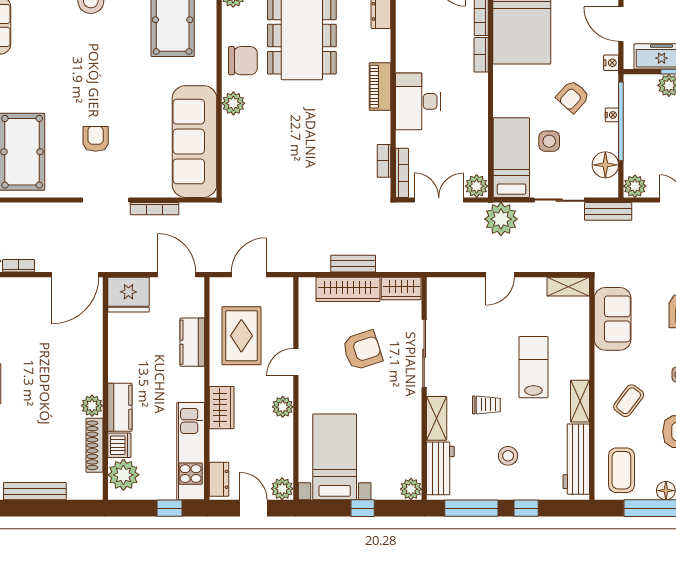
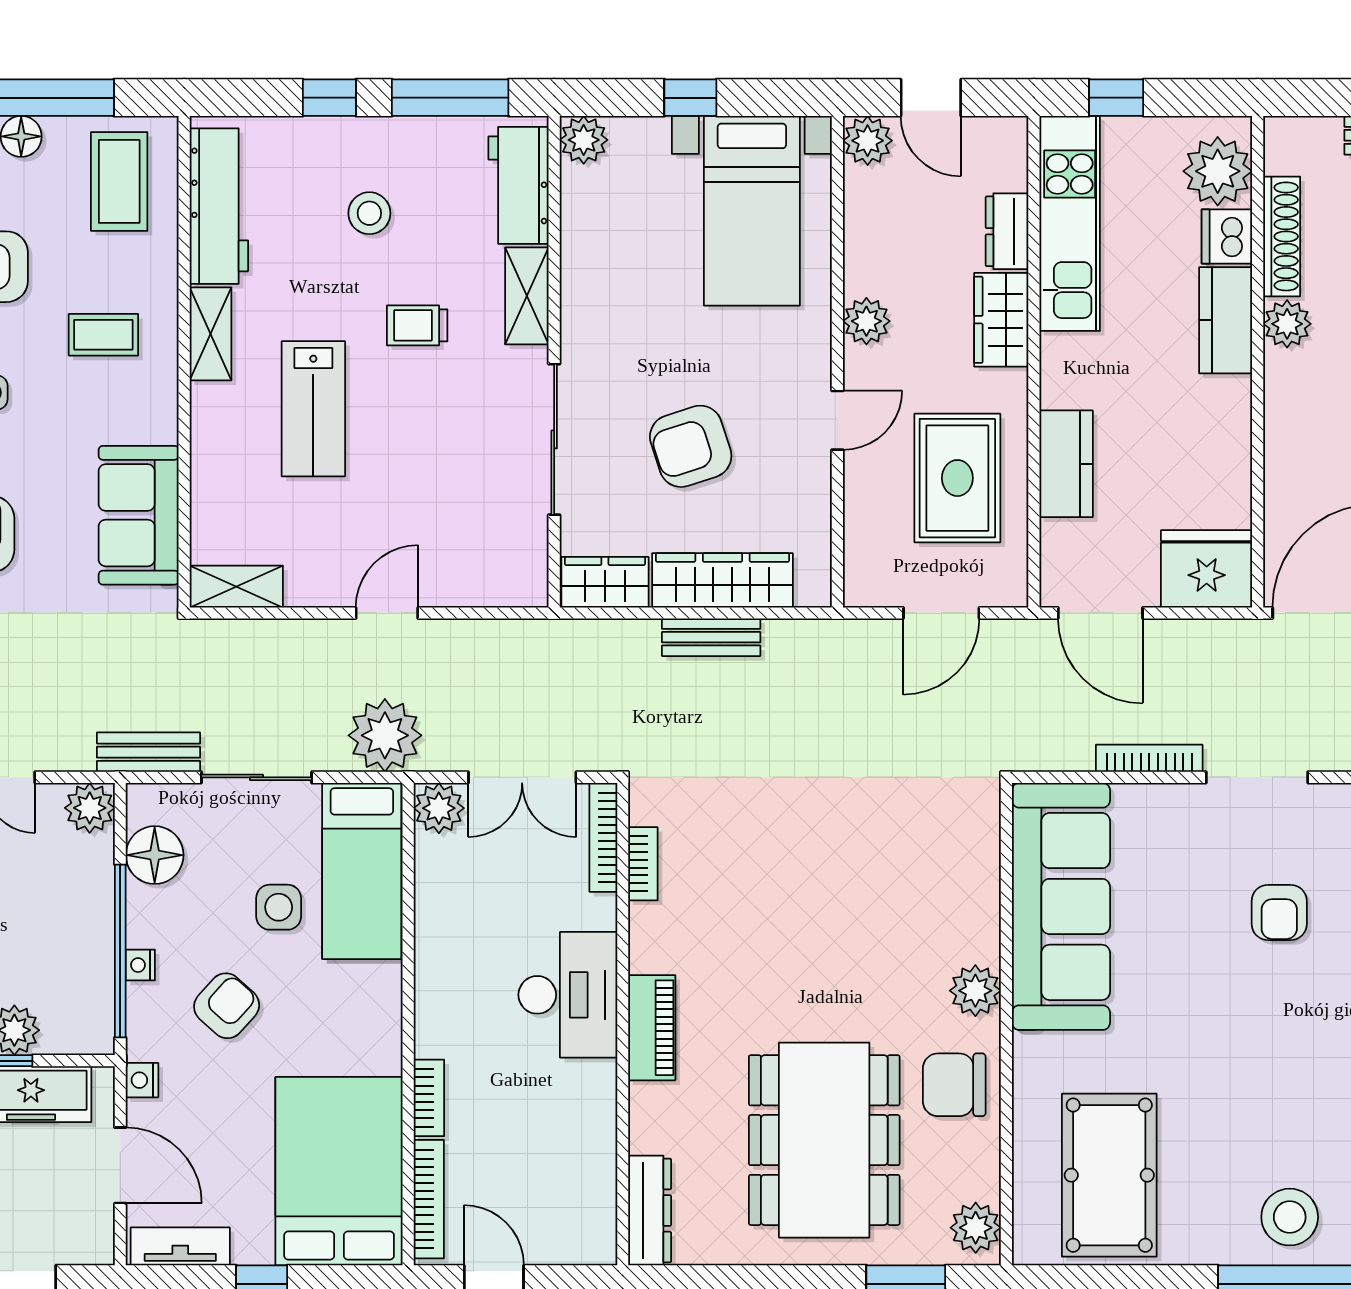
coffee table: (629, 401) -> (103, 335), turned 53
dresser: (219, 479) -> (1007, 231), moved

